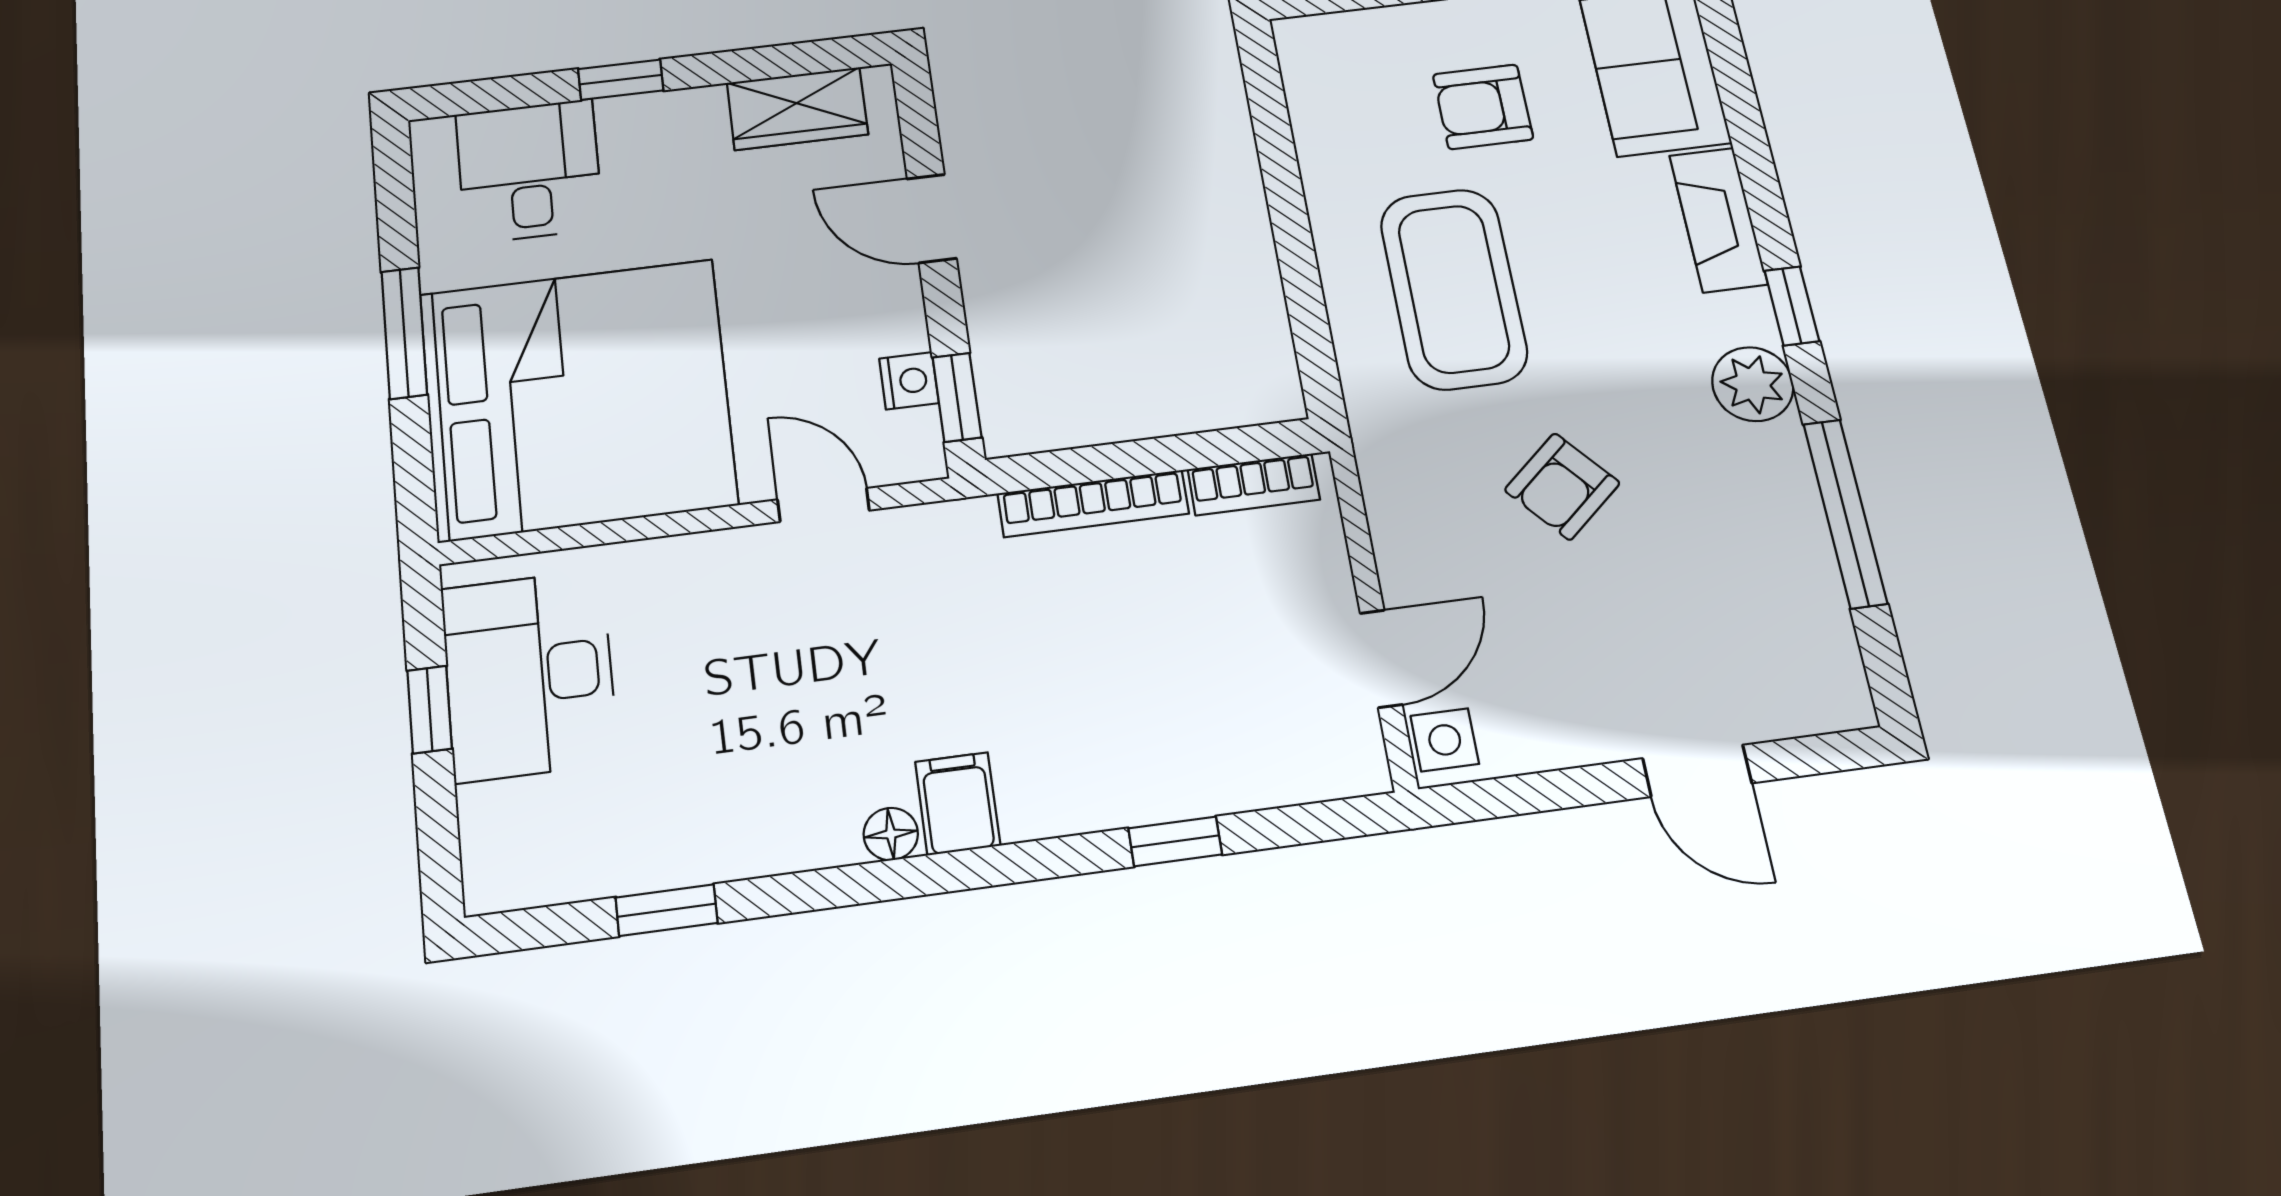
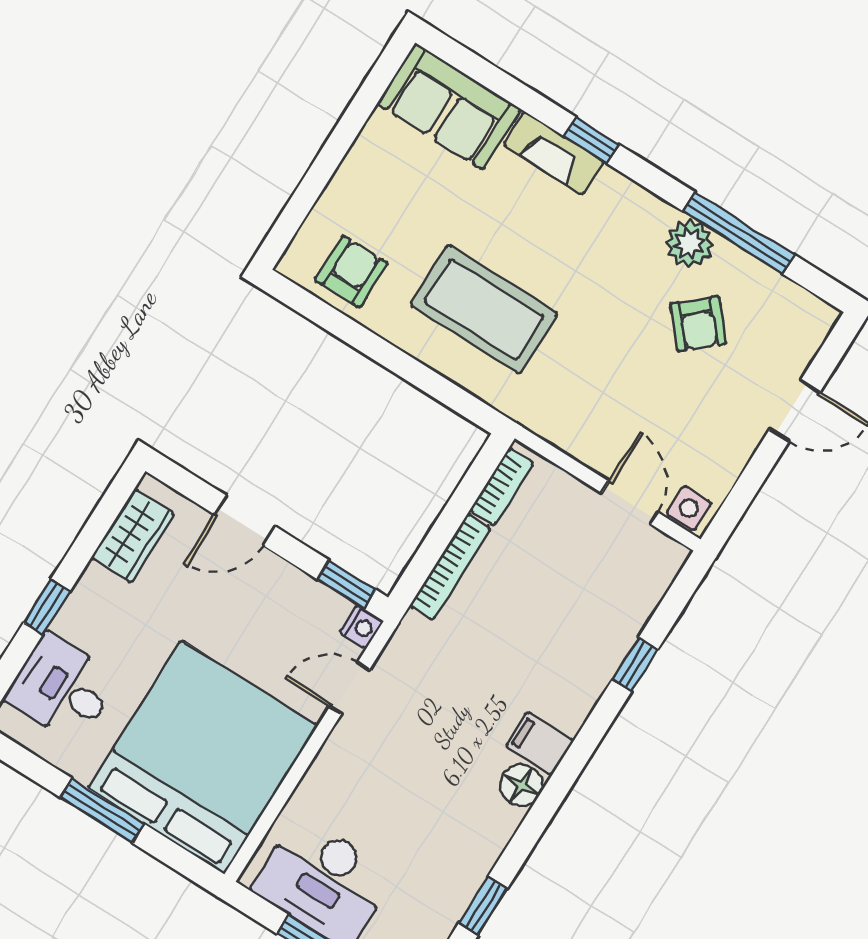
armchair: (1483, 107) -> (351, 272), moved, turned 180
window: (1792, 306) -> (592, 140), moved
nightstand: (909, 381) -> (362, 627), moved, turned 90
plant: (1753, 384) -> (689, 243), moved
armchair: (1562, 486) -> (698, 324), moved
floor lamp: (891, 834) -> (521, 785), width x1.37, depth x1.37

